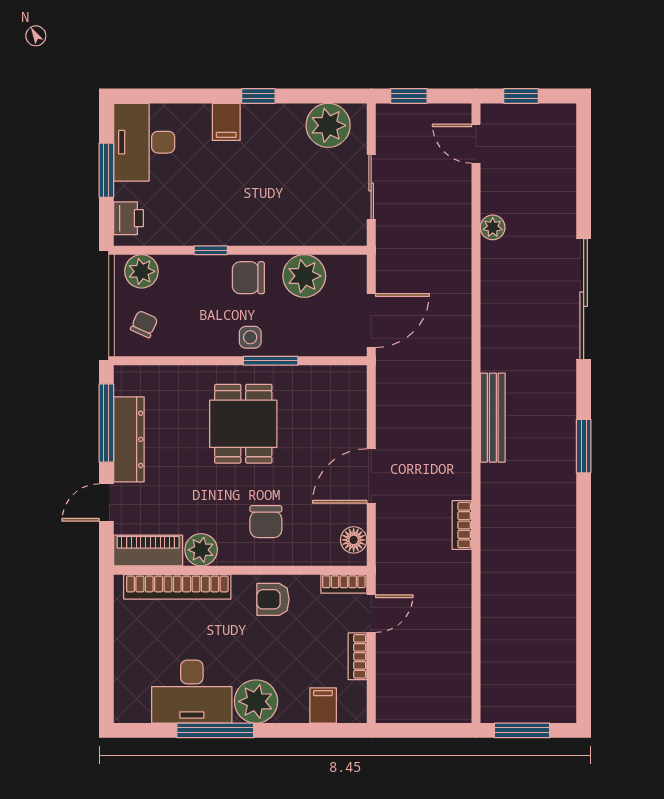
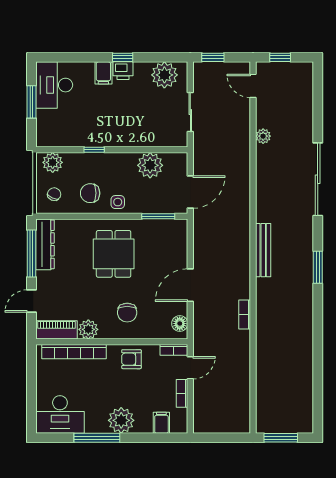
printer: (128, 218) -> (123, 71), moved, turned 90
chair: (248, 278) -> (90, 193), moved
window: (271, 361) -> (158, 216), moved
dresser: (129, 439) -> (45, 244), moved
desk: (192, 692) -> (60, 414), moved

